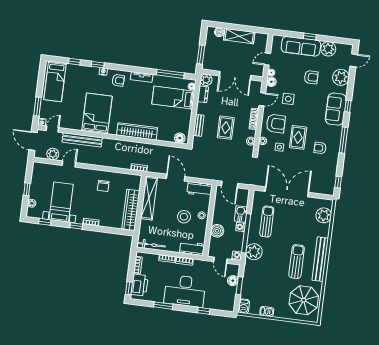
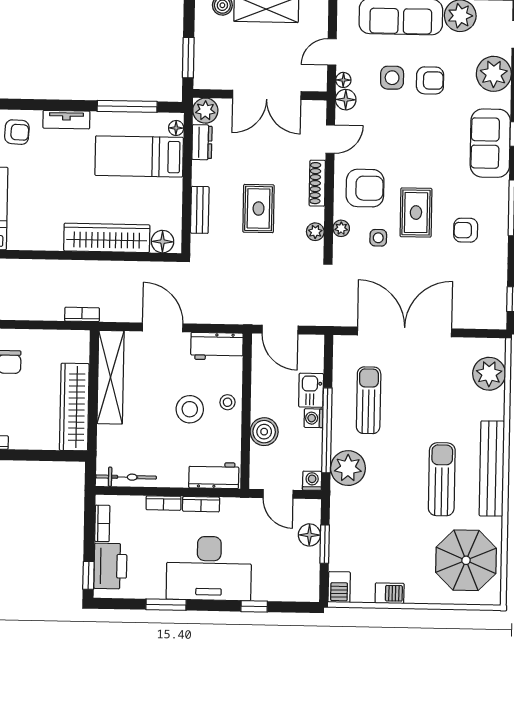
side table: (288, 99) -> (392, 78), moved
wardrobe: (137, 131) -> (107, 238), moved

